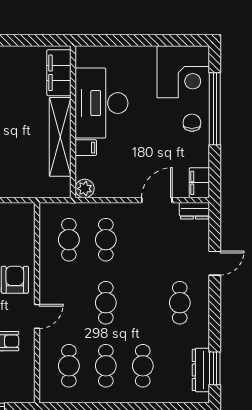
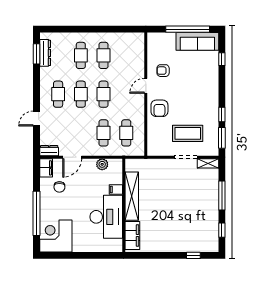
chair: (192, 123) -> (59, 187), moved
plant: (85, 189) -> (102, 164), moved
cafe table: (69, 366) -> (81, 94), moved

